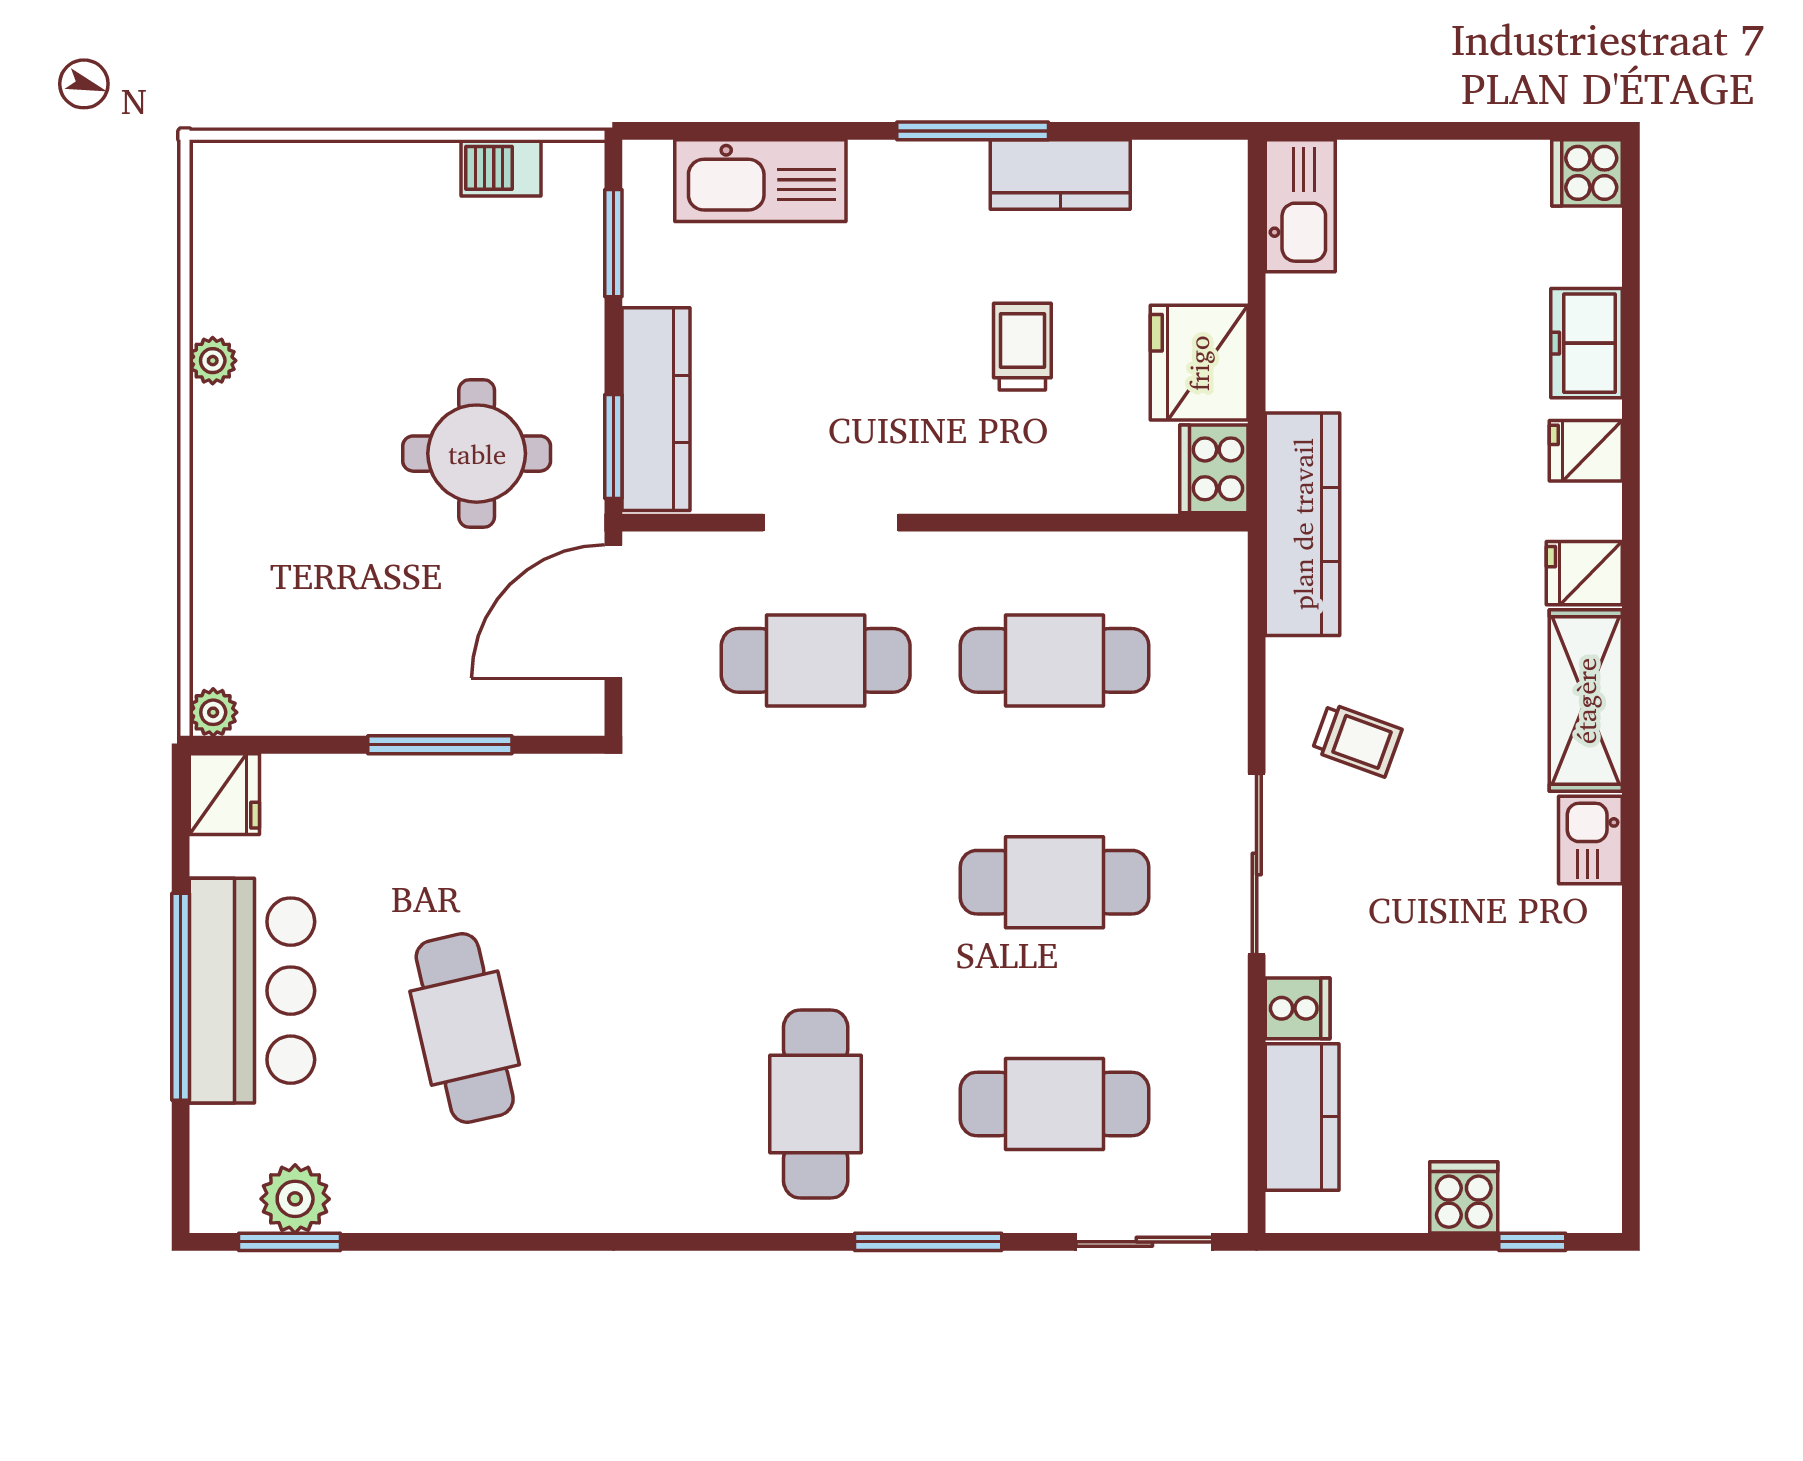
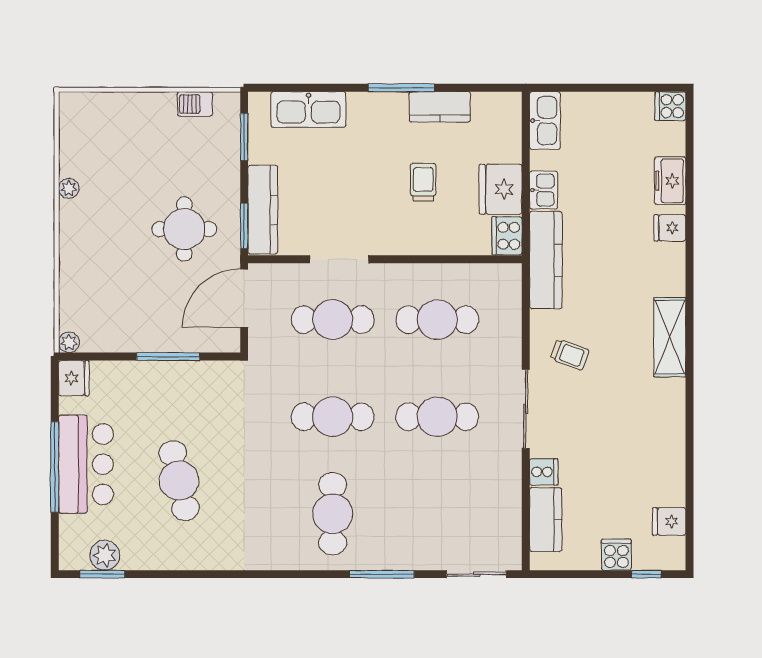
fridge: (1584, 573) -> (669, 521), moved
kitchen sink: (1590, 840) -> (543, 190), moved, turned 180
cafe table: (1054, 1104) -> (333, 417), moved

